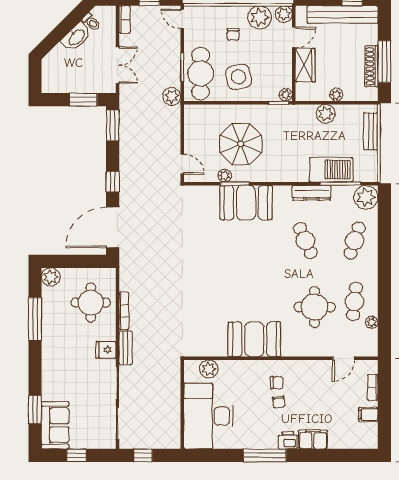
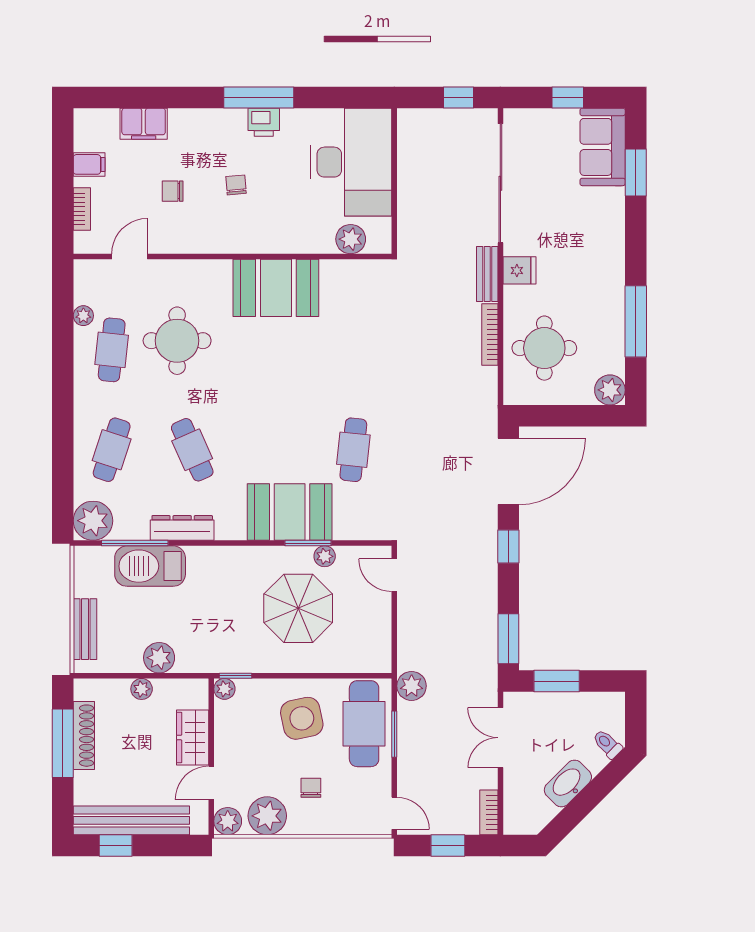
toilet: (91, 22) -> (607, 744), moved
cafe table: (207, 241) -> (353, 450), added
chair: (277, 383) -> (173, 191), moved
filing cabinet: (313, 439) -> (144, 124), moved
printer: (288, 440) -> (264, 122), moved

